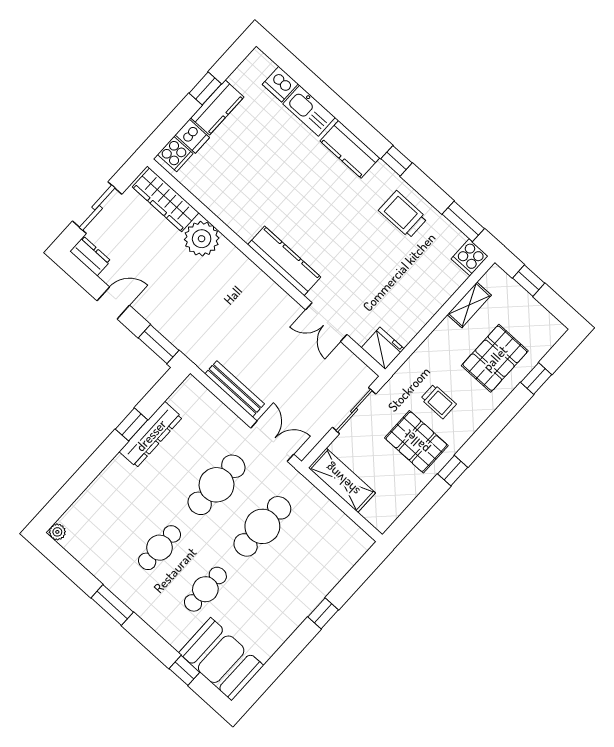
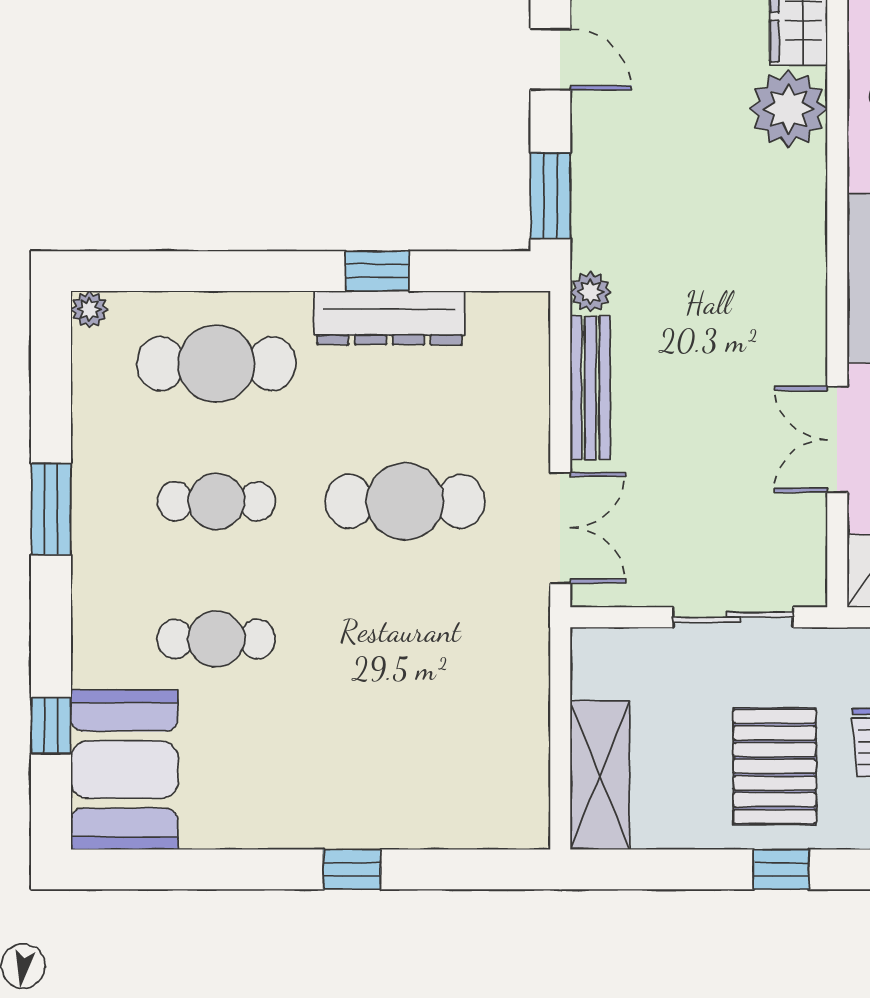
plant: (203, 360) -> (590, 292), added
shelving: (342, 480) -> (600, 775), moved
cafe table: (262, 526) -> (216, 364), moved

